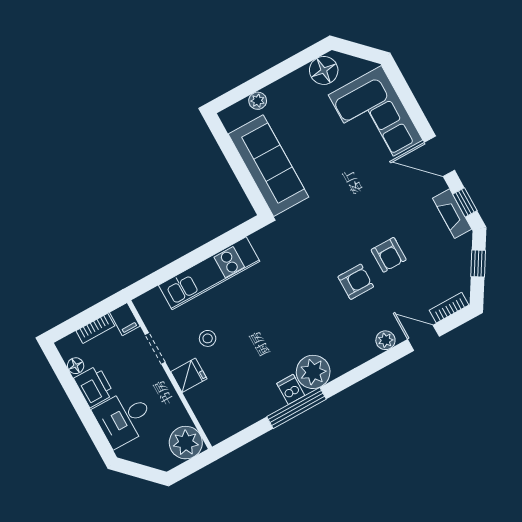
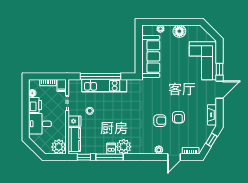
floor lamp: (324, 70) -> (179, 31), moved
door: (439, 156) -> (219, 90), swing flipped
window: (465, 202) -> (219, 69), moved
window: (192, 259) -> (101, 76), added
door: (423, 338) -> (174, 157), swing flipped
kitchen counter: (208, 411) -> (74, 139), added
window: (246, 436) -> (84, 157), added

